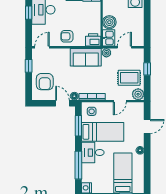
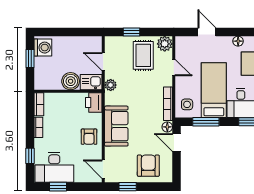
sofa: (86, 57) -> (116, 126), moved
armchair: (45, 82) -> (148, 166), turned -90
door: (63, 103) -> (177, 142), hinge flipped

